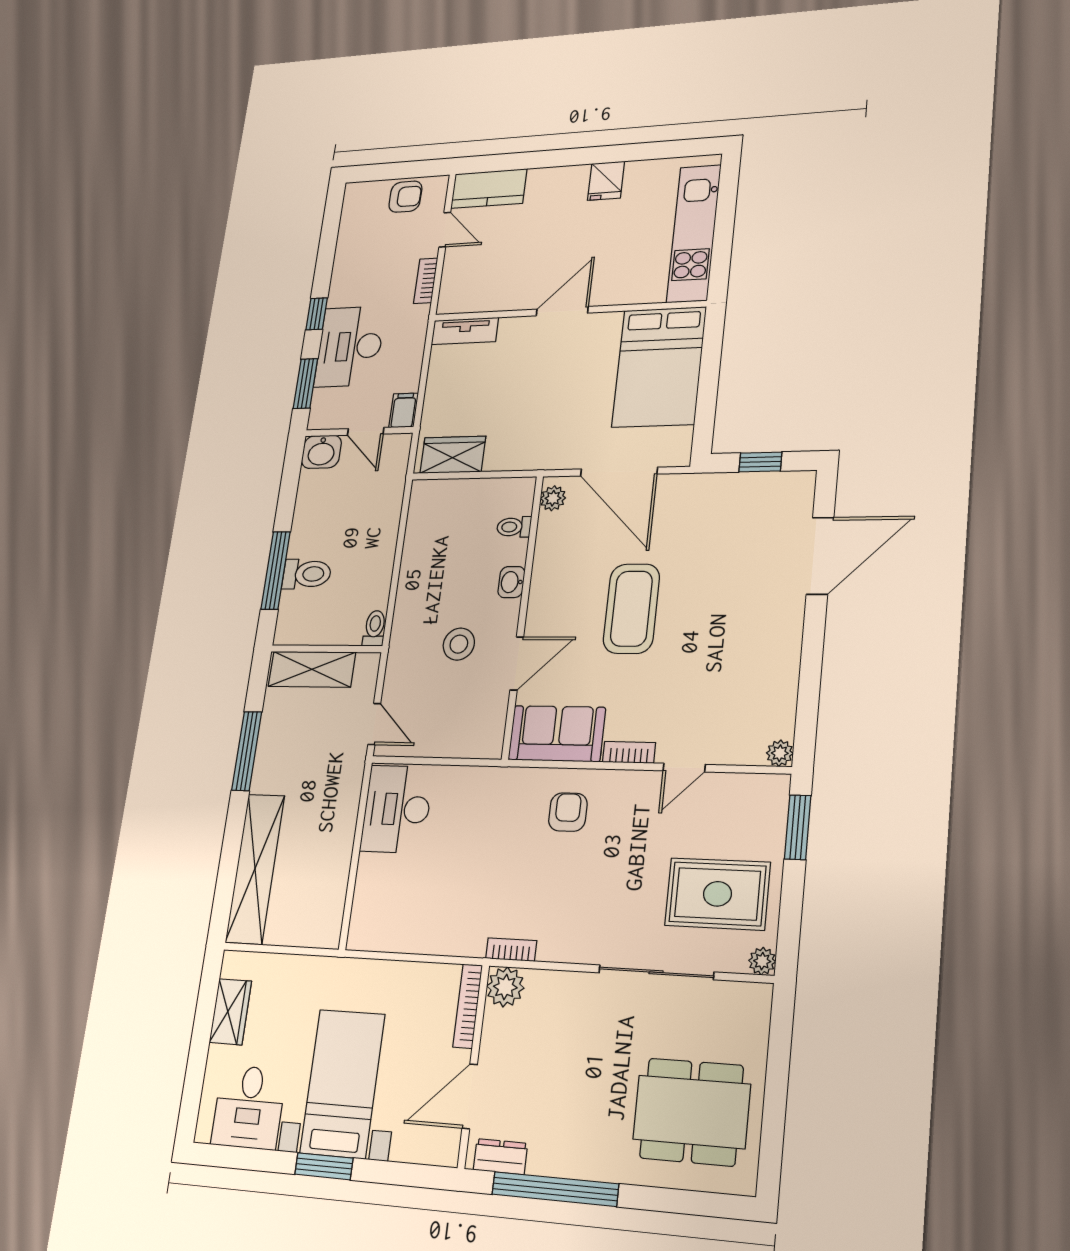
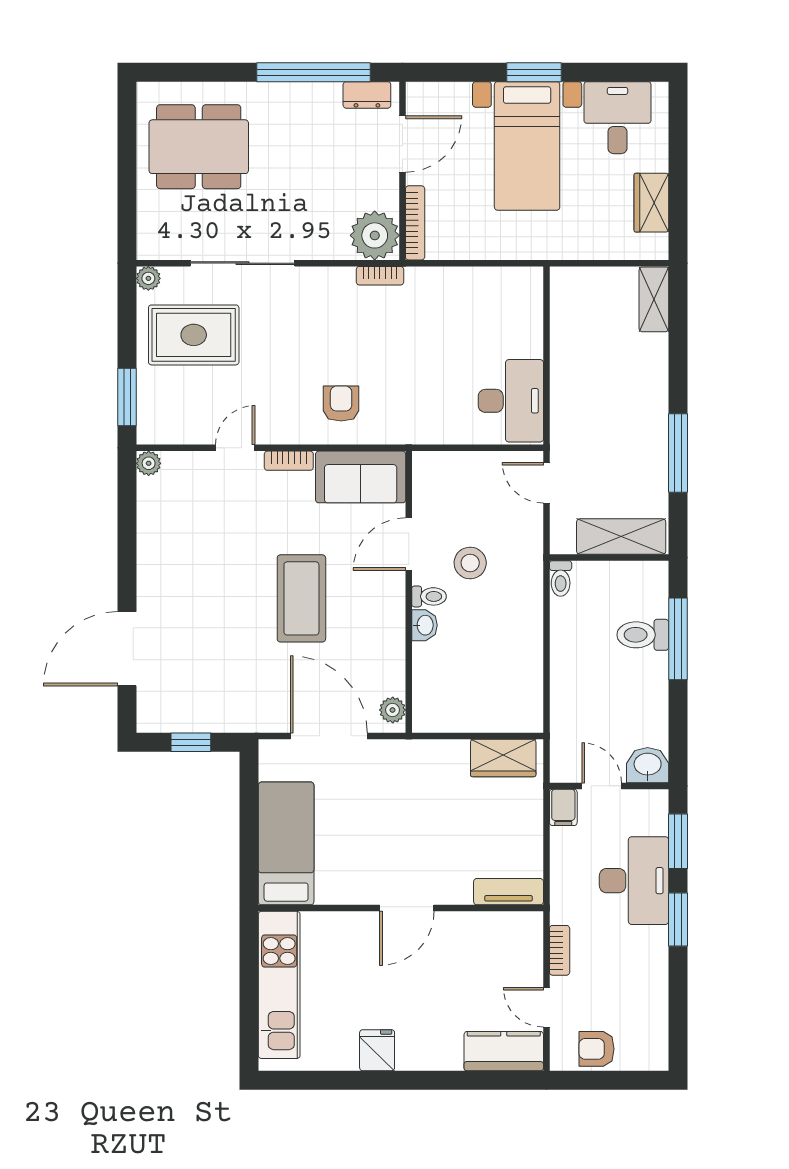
window: (317, 314) -> (678, 920), width x1.50
bed: (659, 367) -> (286, 843), width x0.67
toilet: (514, 527) -> (429, 596), moved
armchair: (568, 812) -> (341, 403), turned 180
shelving: (255, 869) -> (654, 299), width x0.45, depth x0.75
plant: (505, 987) -> (375, 235), width x1.36, depth x1.36

